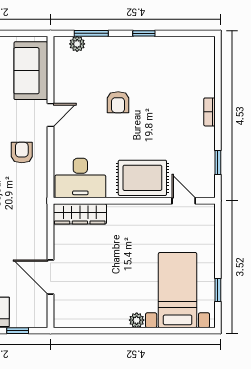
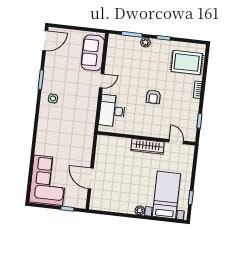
plant: (77, 44) -> (146, 42), moved
armchair: (118, 102) -> (153, 97), moved
armchair: (22, 153) -> (82, 102), removed
desk: (80, 178) -> (112, 111), moved, turned 90
rug: (142, 178) -> (187, 62), moved
wardrobe: (80, 214) -> (148, 146), moved

